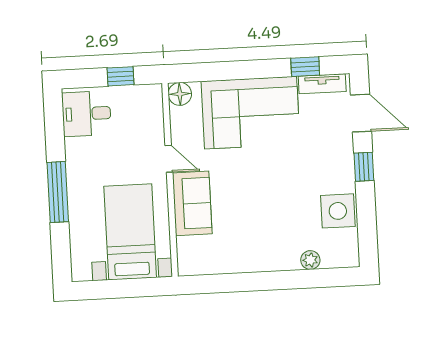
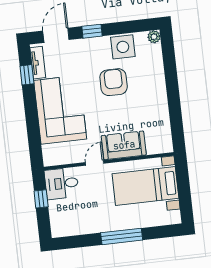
floor lamp: (180, 94) -> (50, 158), removed
desk: (87, 114) -> (62, 183), moved, turned 90
armchair: (287, 194) -> (114, 82), added
plant: (310, 260) -> (154, 37), moved

